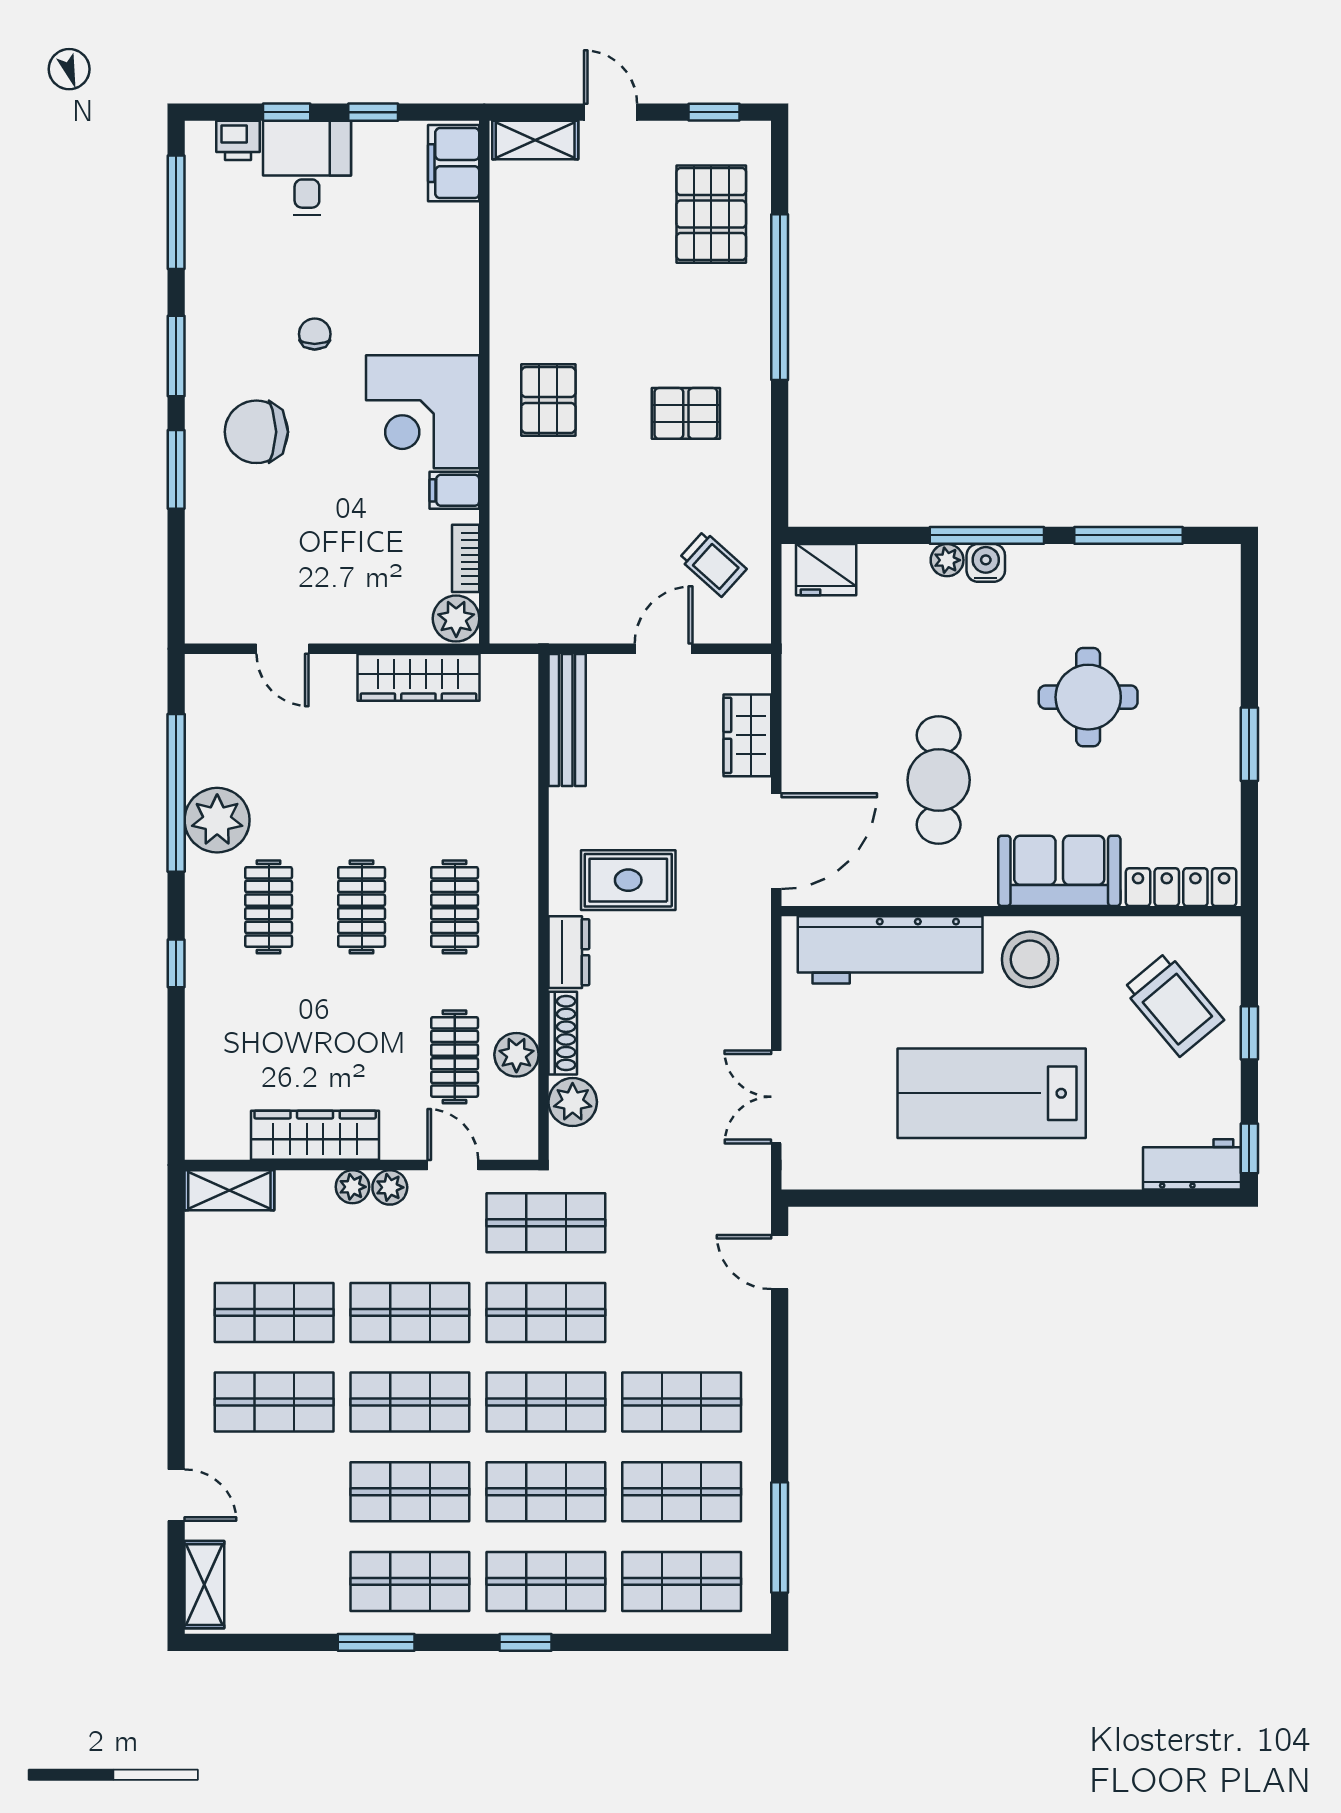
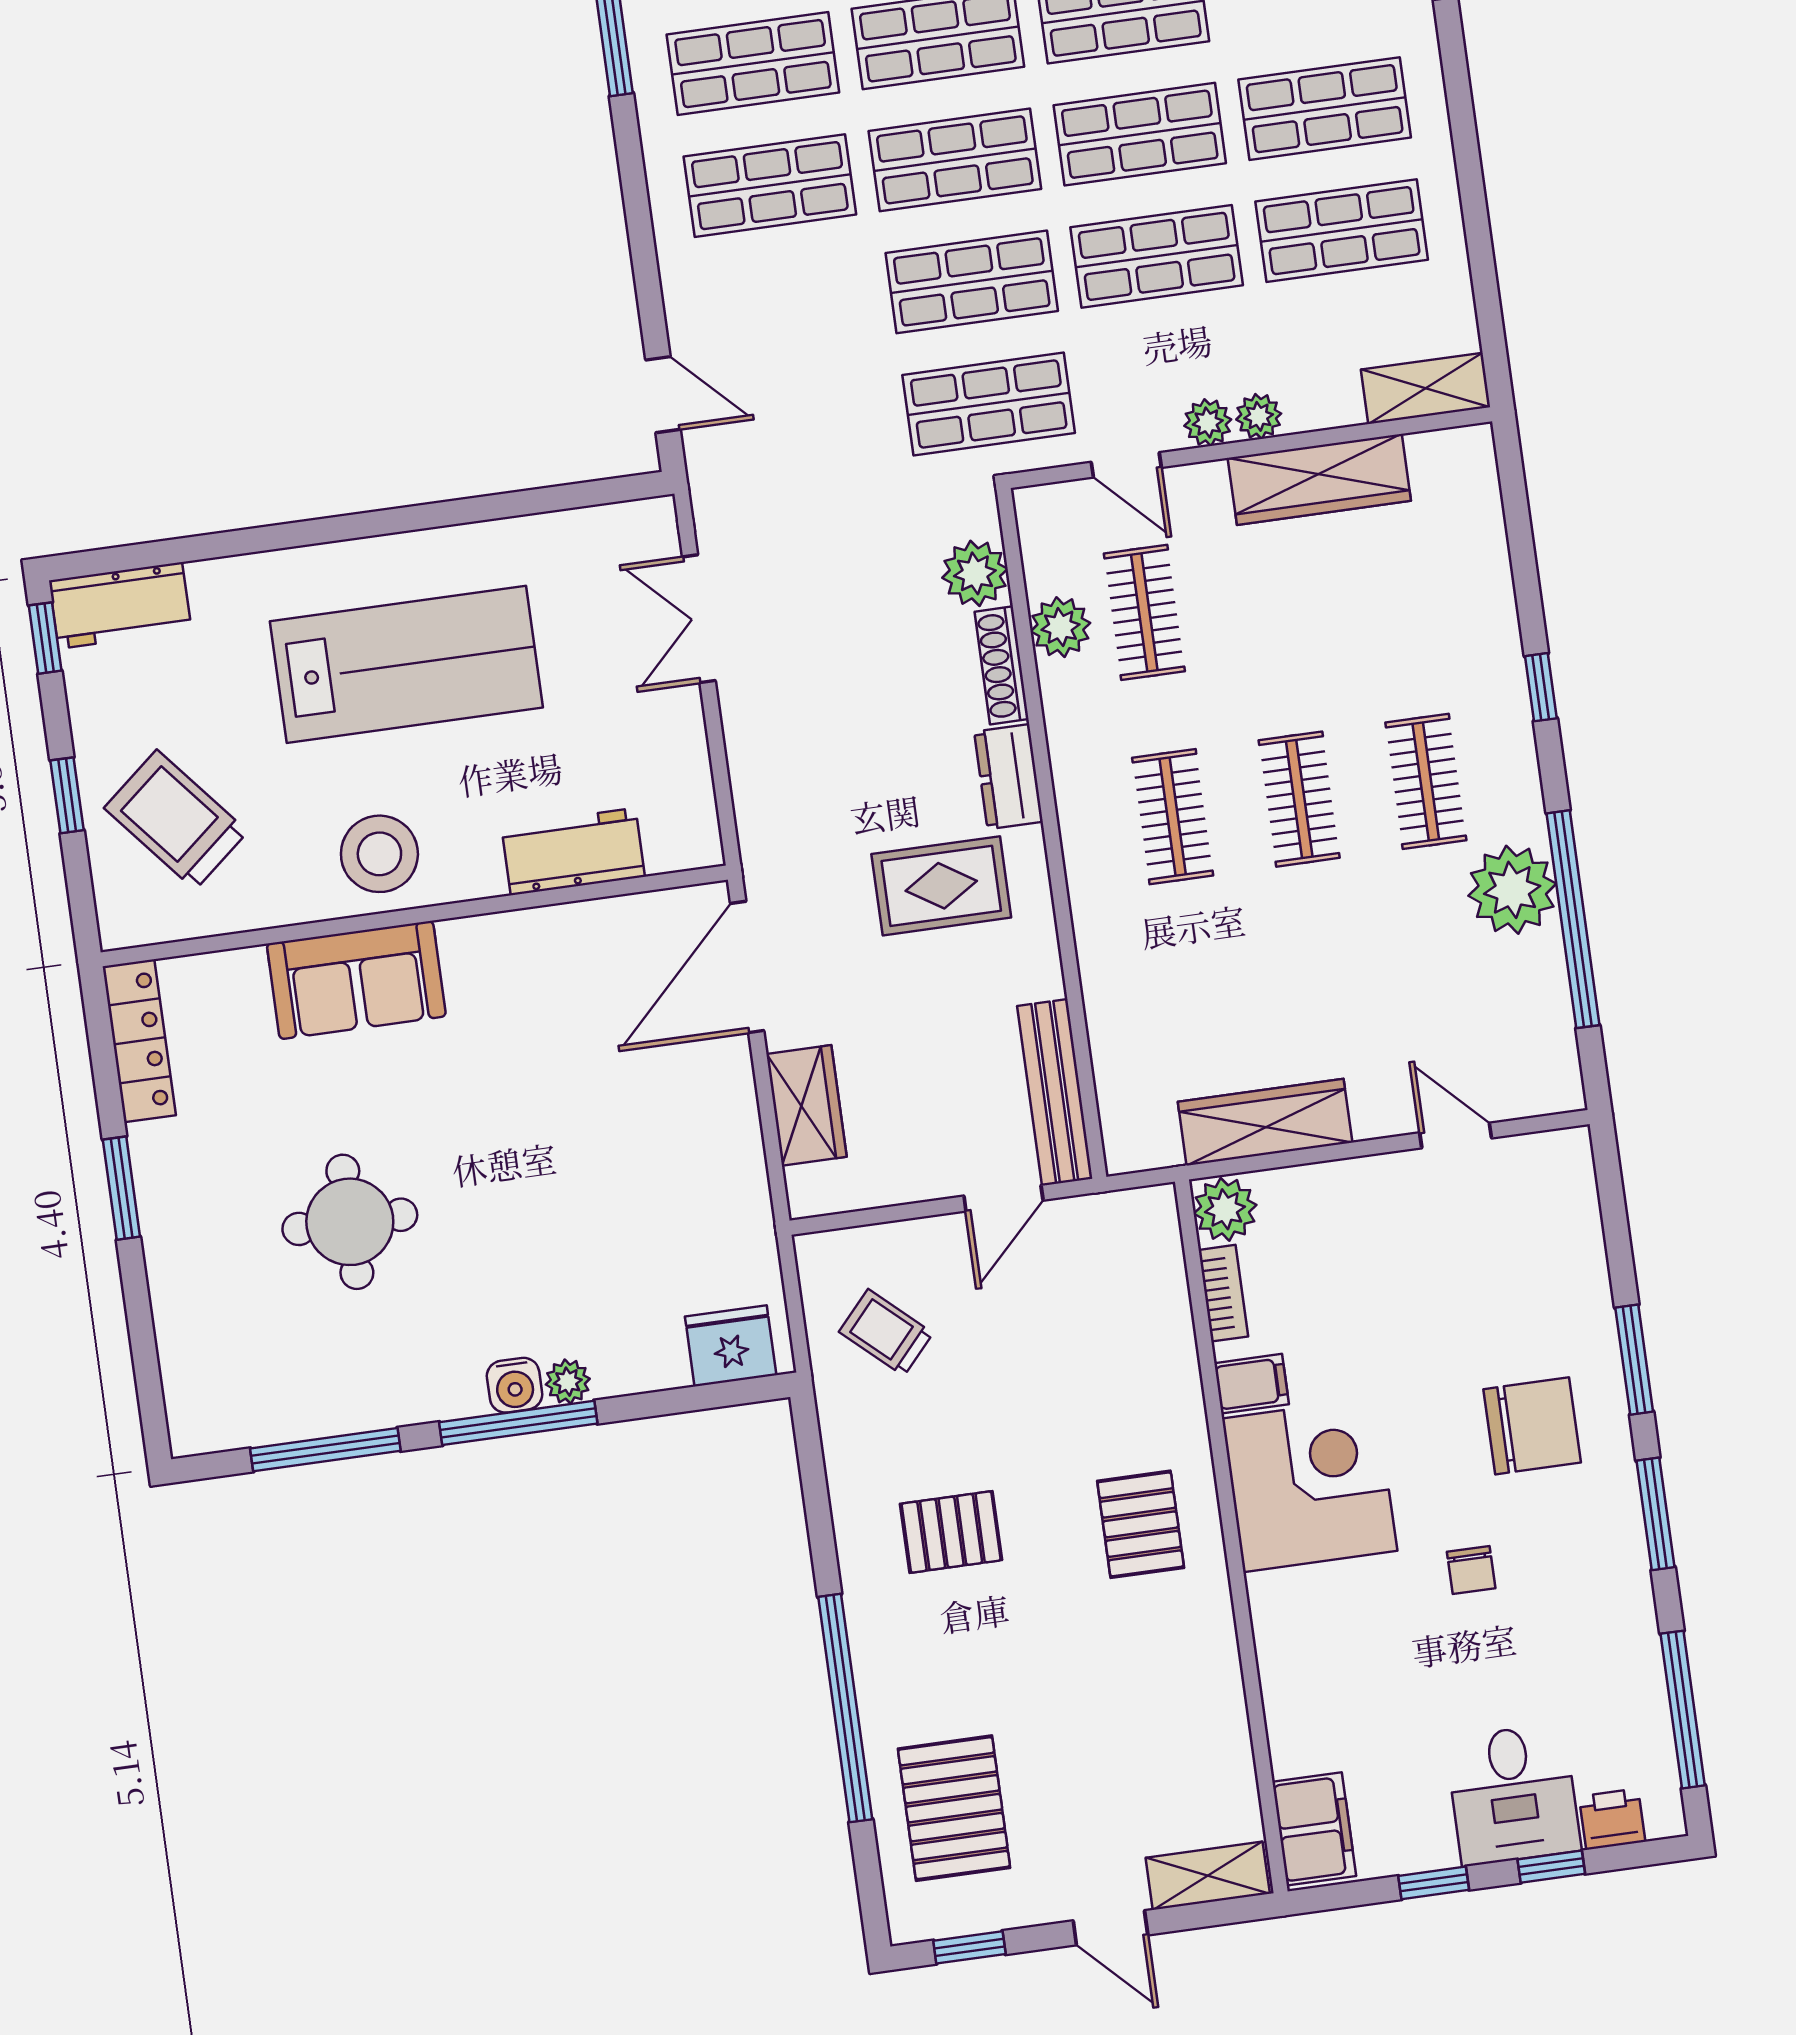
door: (664, 649) -> (1003, 1198), moved
cafe table: (939, 780) -> (538, 1081), removed
locker: (1181, 887) -> (139, 1041), moved, turned -90
workbench: (890, 950) -> (573, 852), width x0.53, depth x0.76
double door: (776, 1097) -> (699, 619), swing flipped

